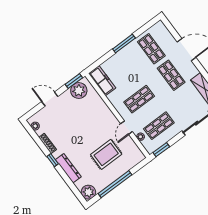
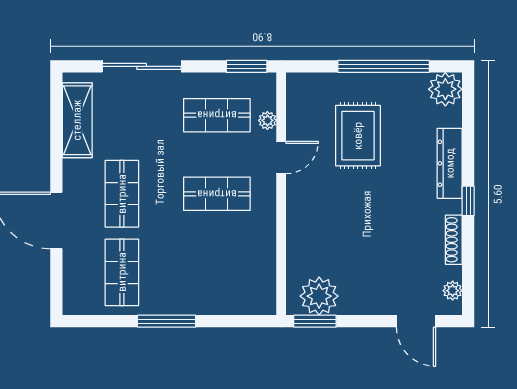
freezer: (102, 81) -> (261, 282), removed
door: (50, 99) -> (416, 321), moved
rug: (106, 154) -> (358, 136), turned 90

